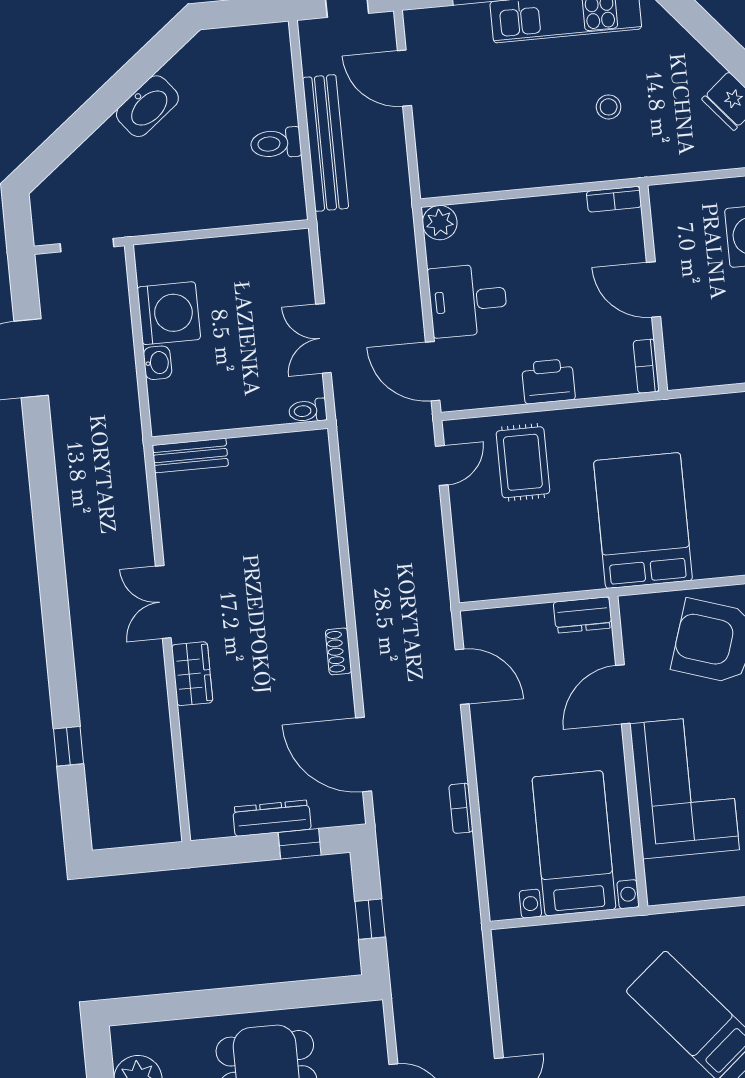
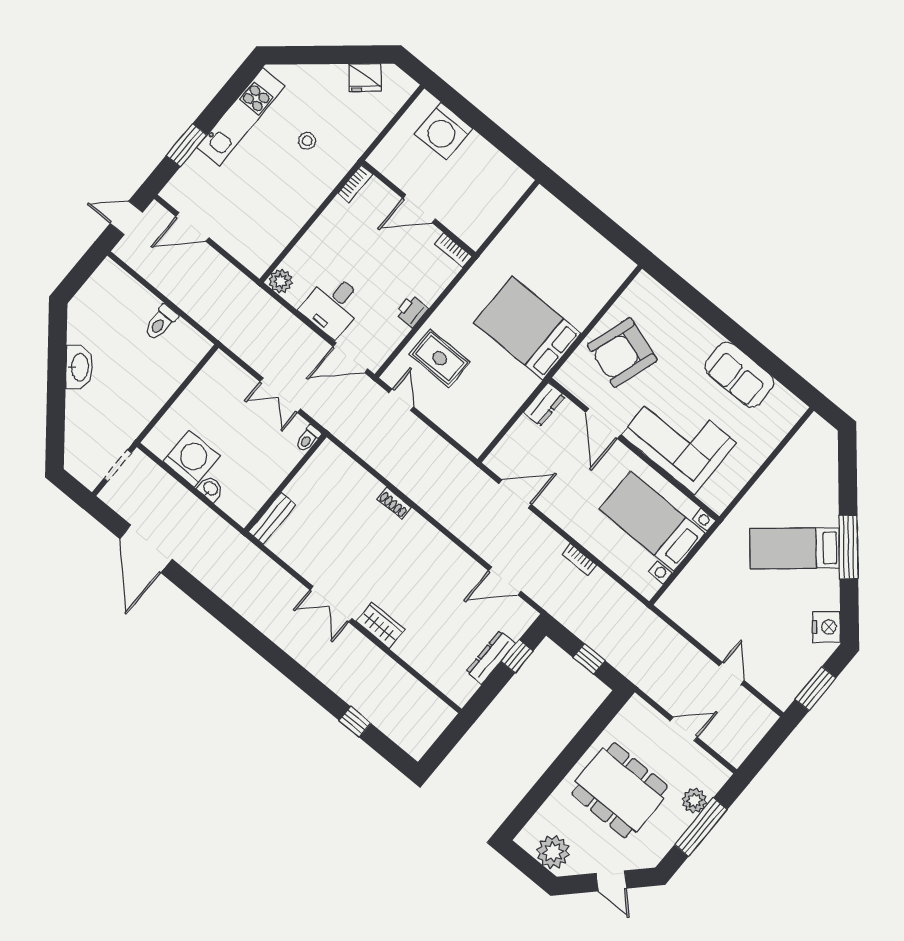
bench: (325, 143) -> (185, 298), removed
printer: (548, 381) -> (412, 311), width x0.73, depth x0.81
shoe rack: (338, 651) -> (394, 503), moved
door: (364, 755) -> (505, 581), width x0.73

